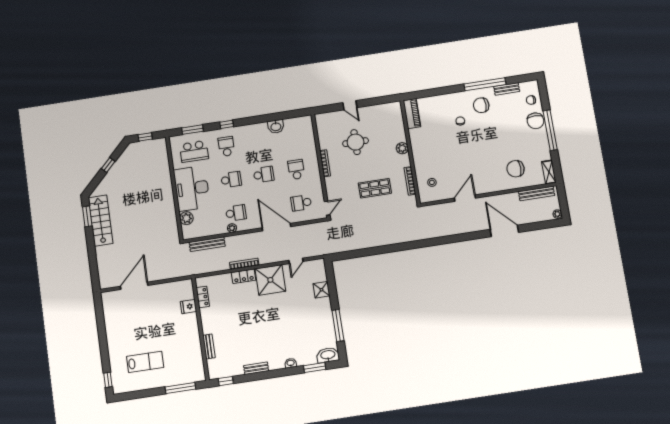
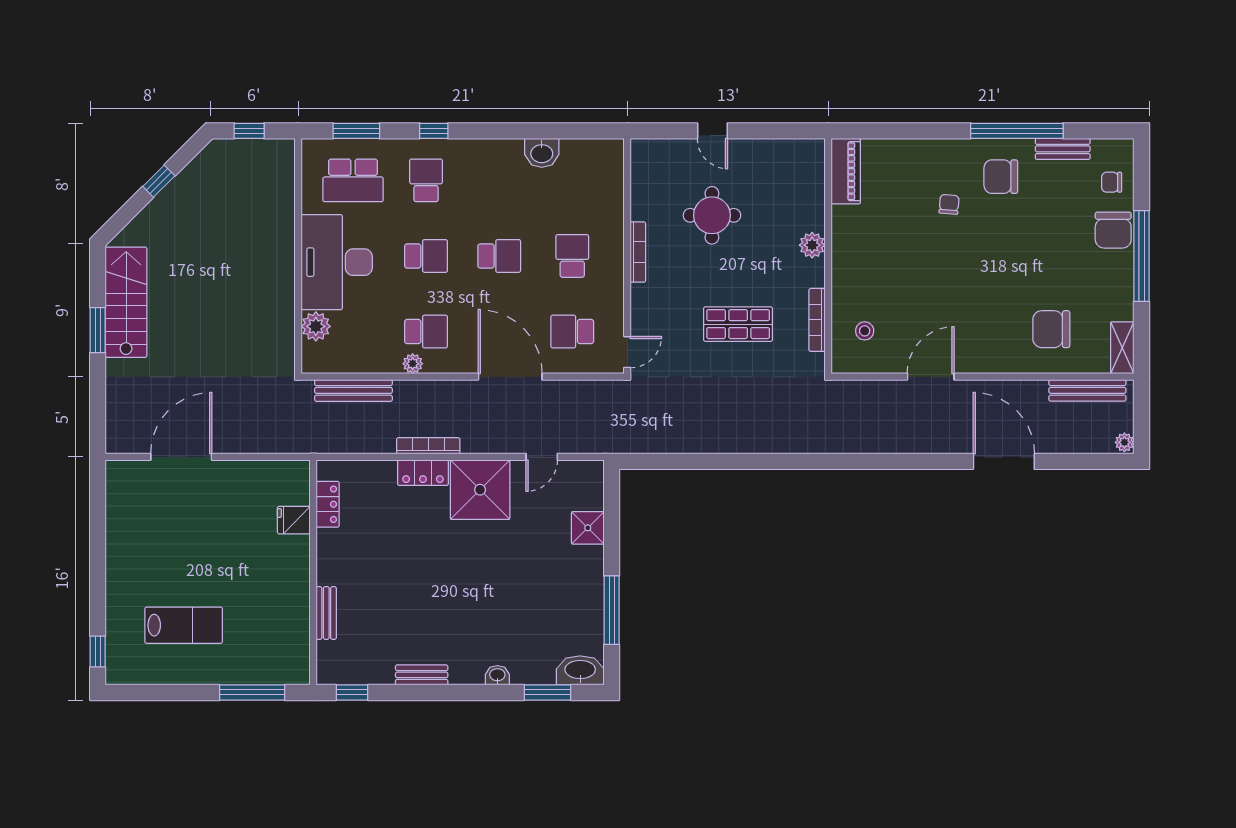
window: (87, 216) -> (98, 330), moved

